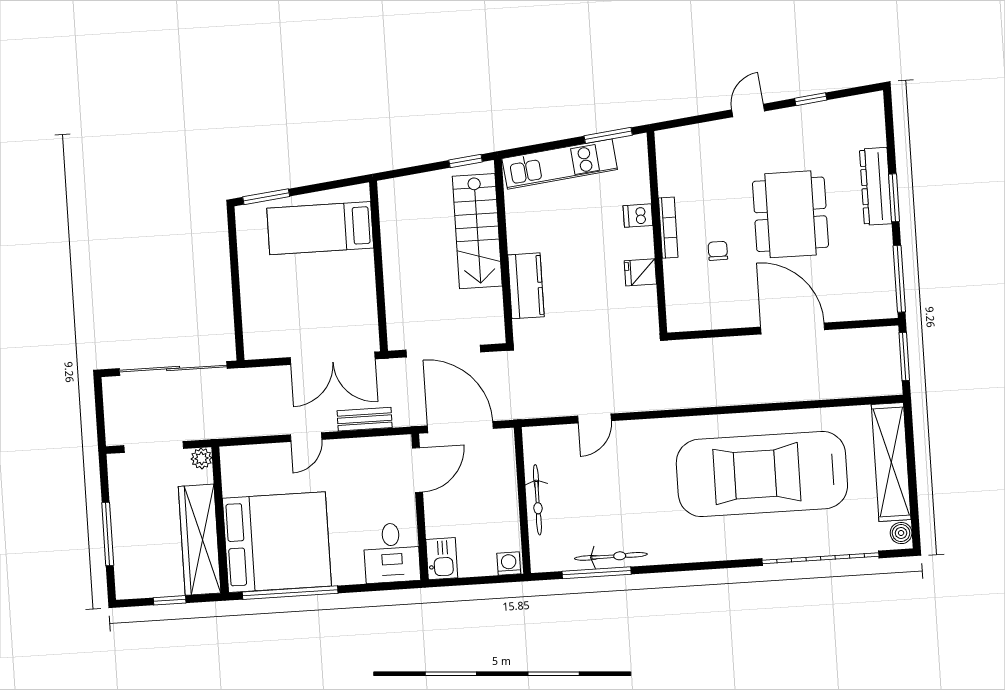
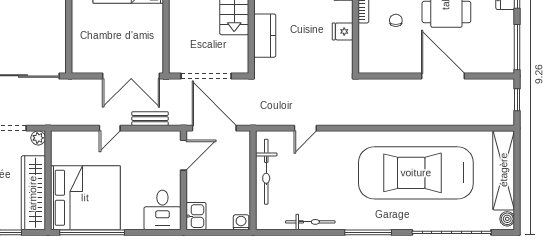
window: (904, 356) -> (517, 100), width x0.67
bicycle: (537, 500) -> (266, 172), width x1.37, depth x1.40
window: (597, 573) -> (368, 232), moved

